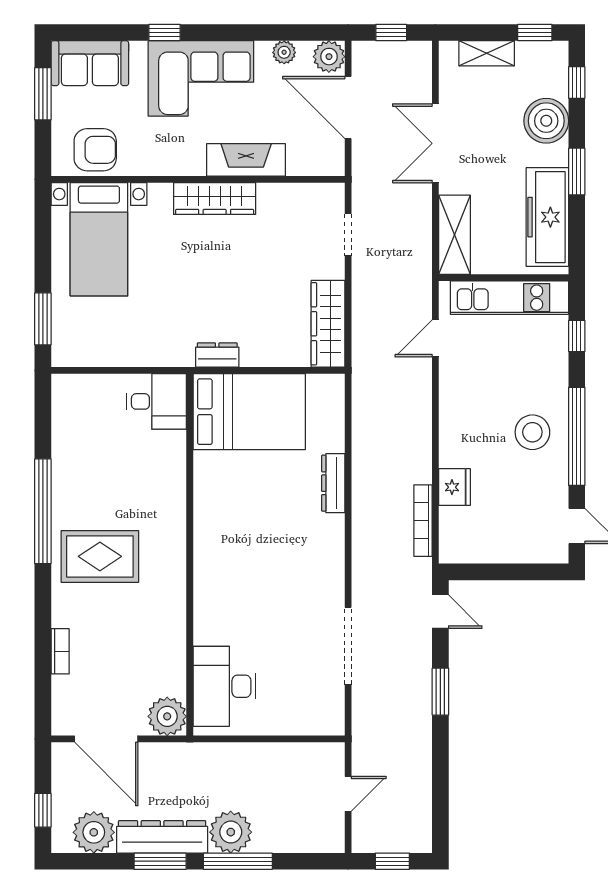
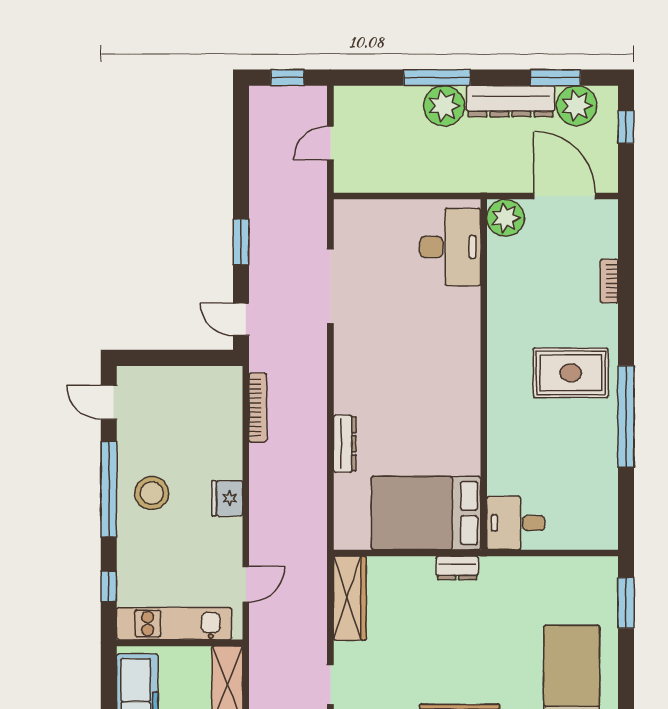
fridge: (455, 487) -> (227, 498), moved
window: (160, 861) -> (555, 78), moved

